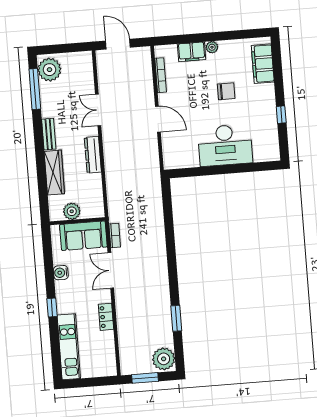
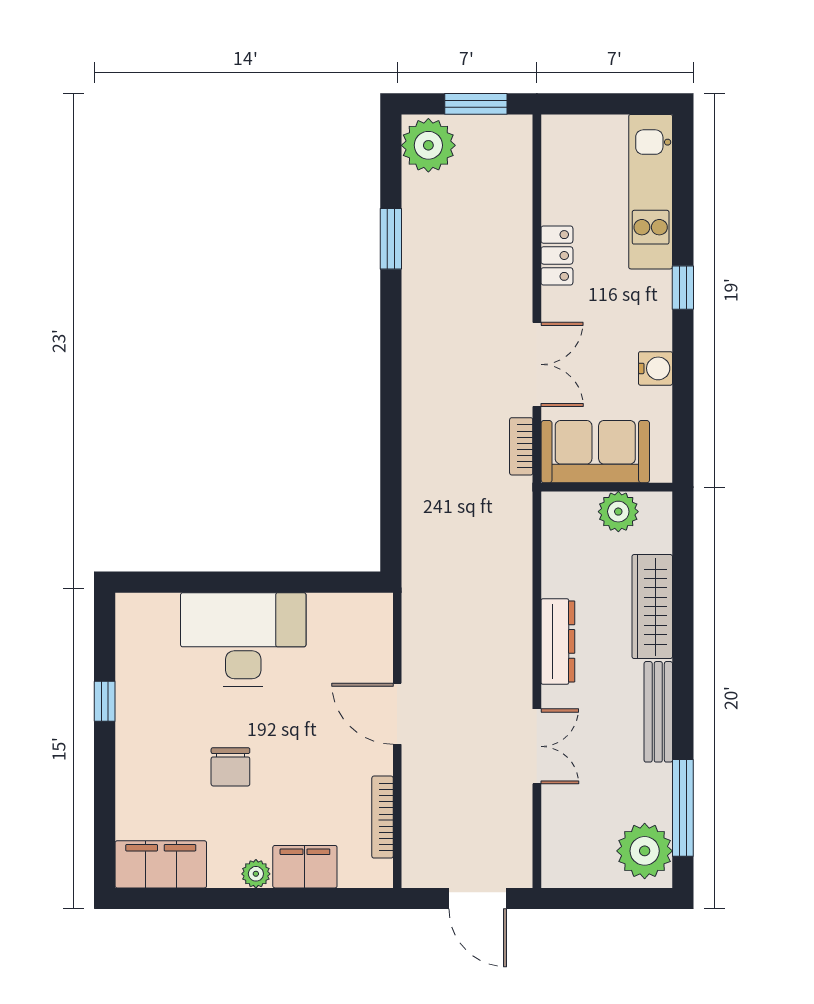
filing cabinet: (263, 64) -> (161, 864), moved, turned -90
chair: (226, 91) -> (230, 767), turned -90
bench: (49, 134) -> (658, 712), width x1.36

